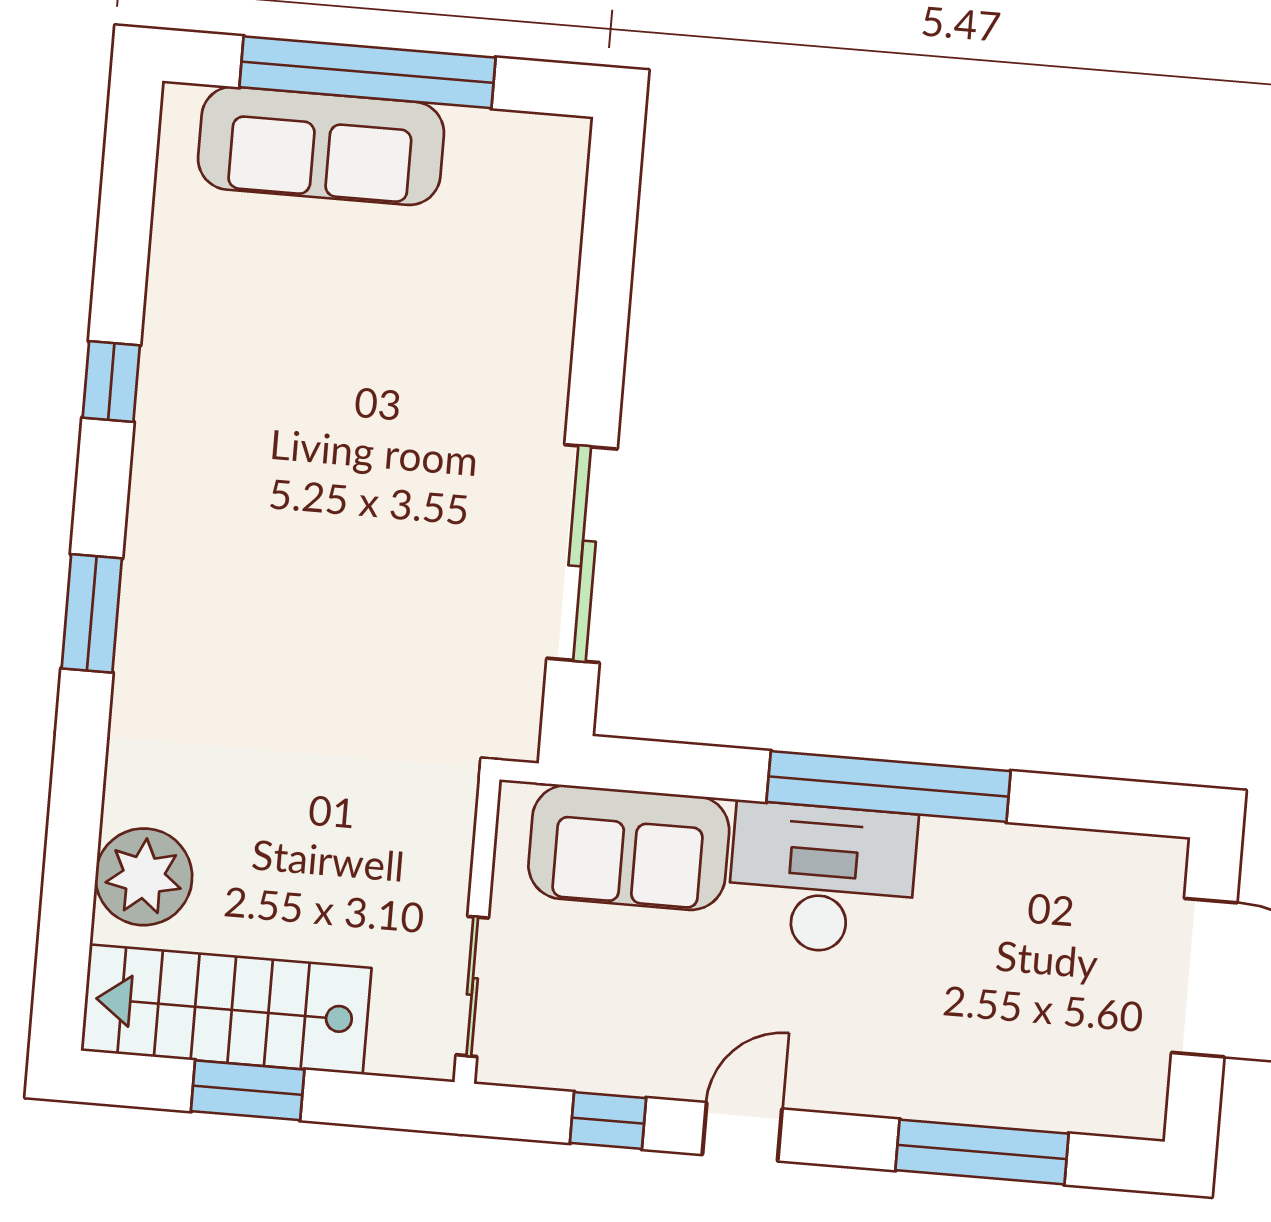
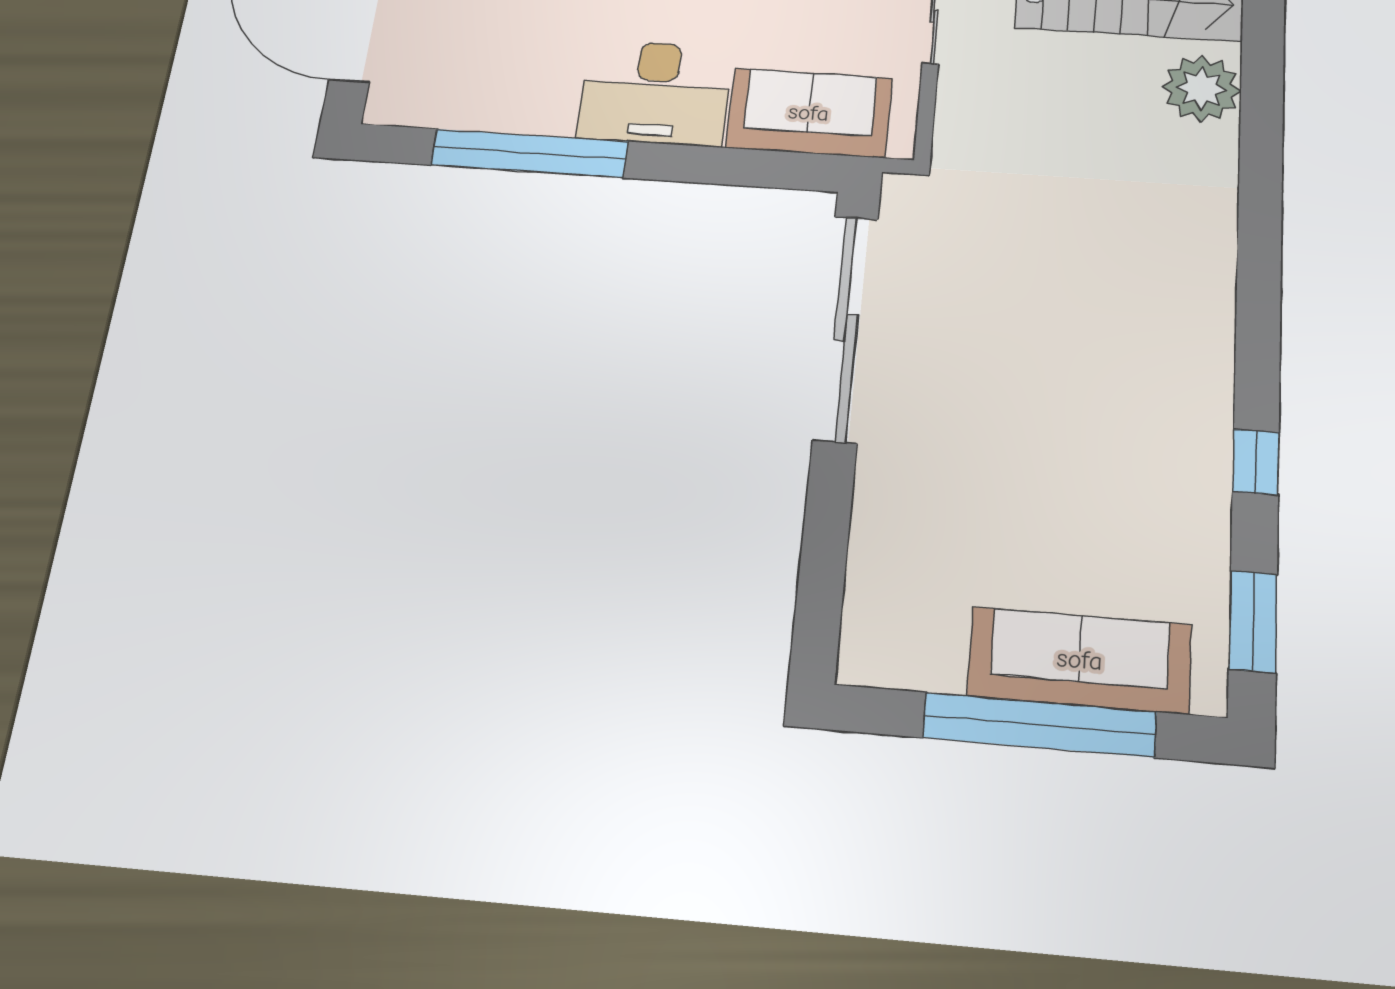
sliding door: (582, 554) -> (846, 328), width x1.36
window: (92, 613) -> (1253, 621), moved
window: (889, 787) -> (529, 153), moved

